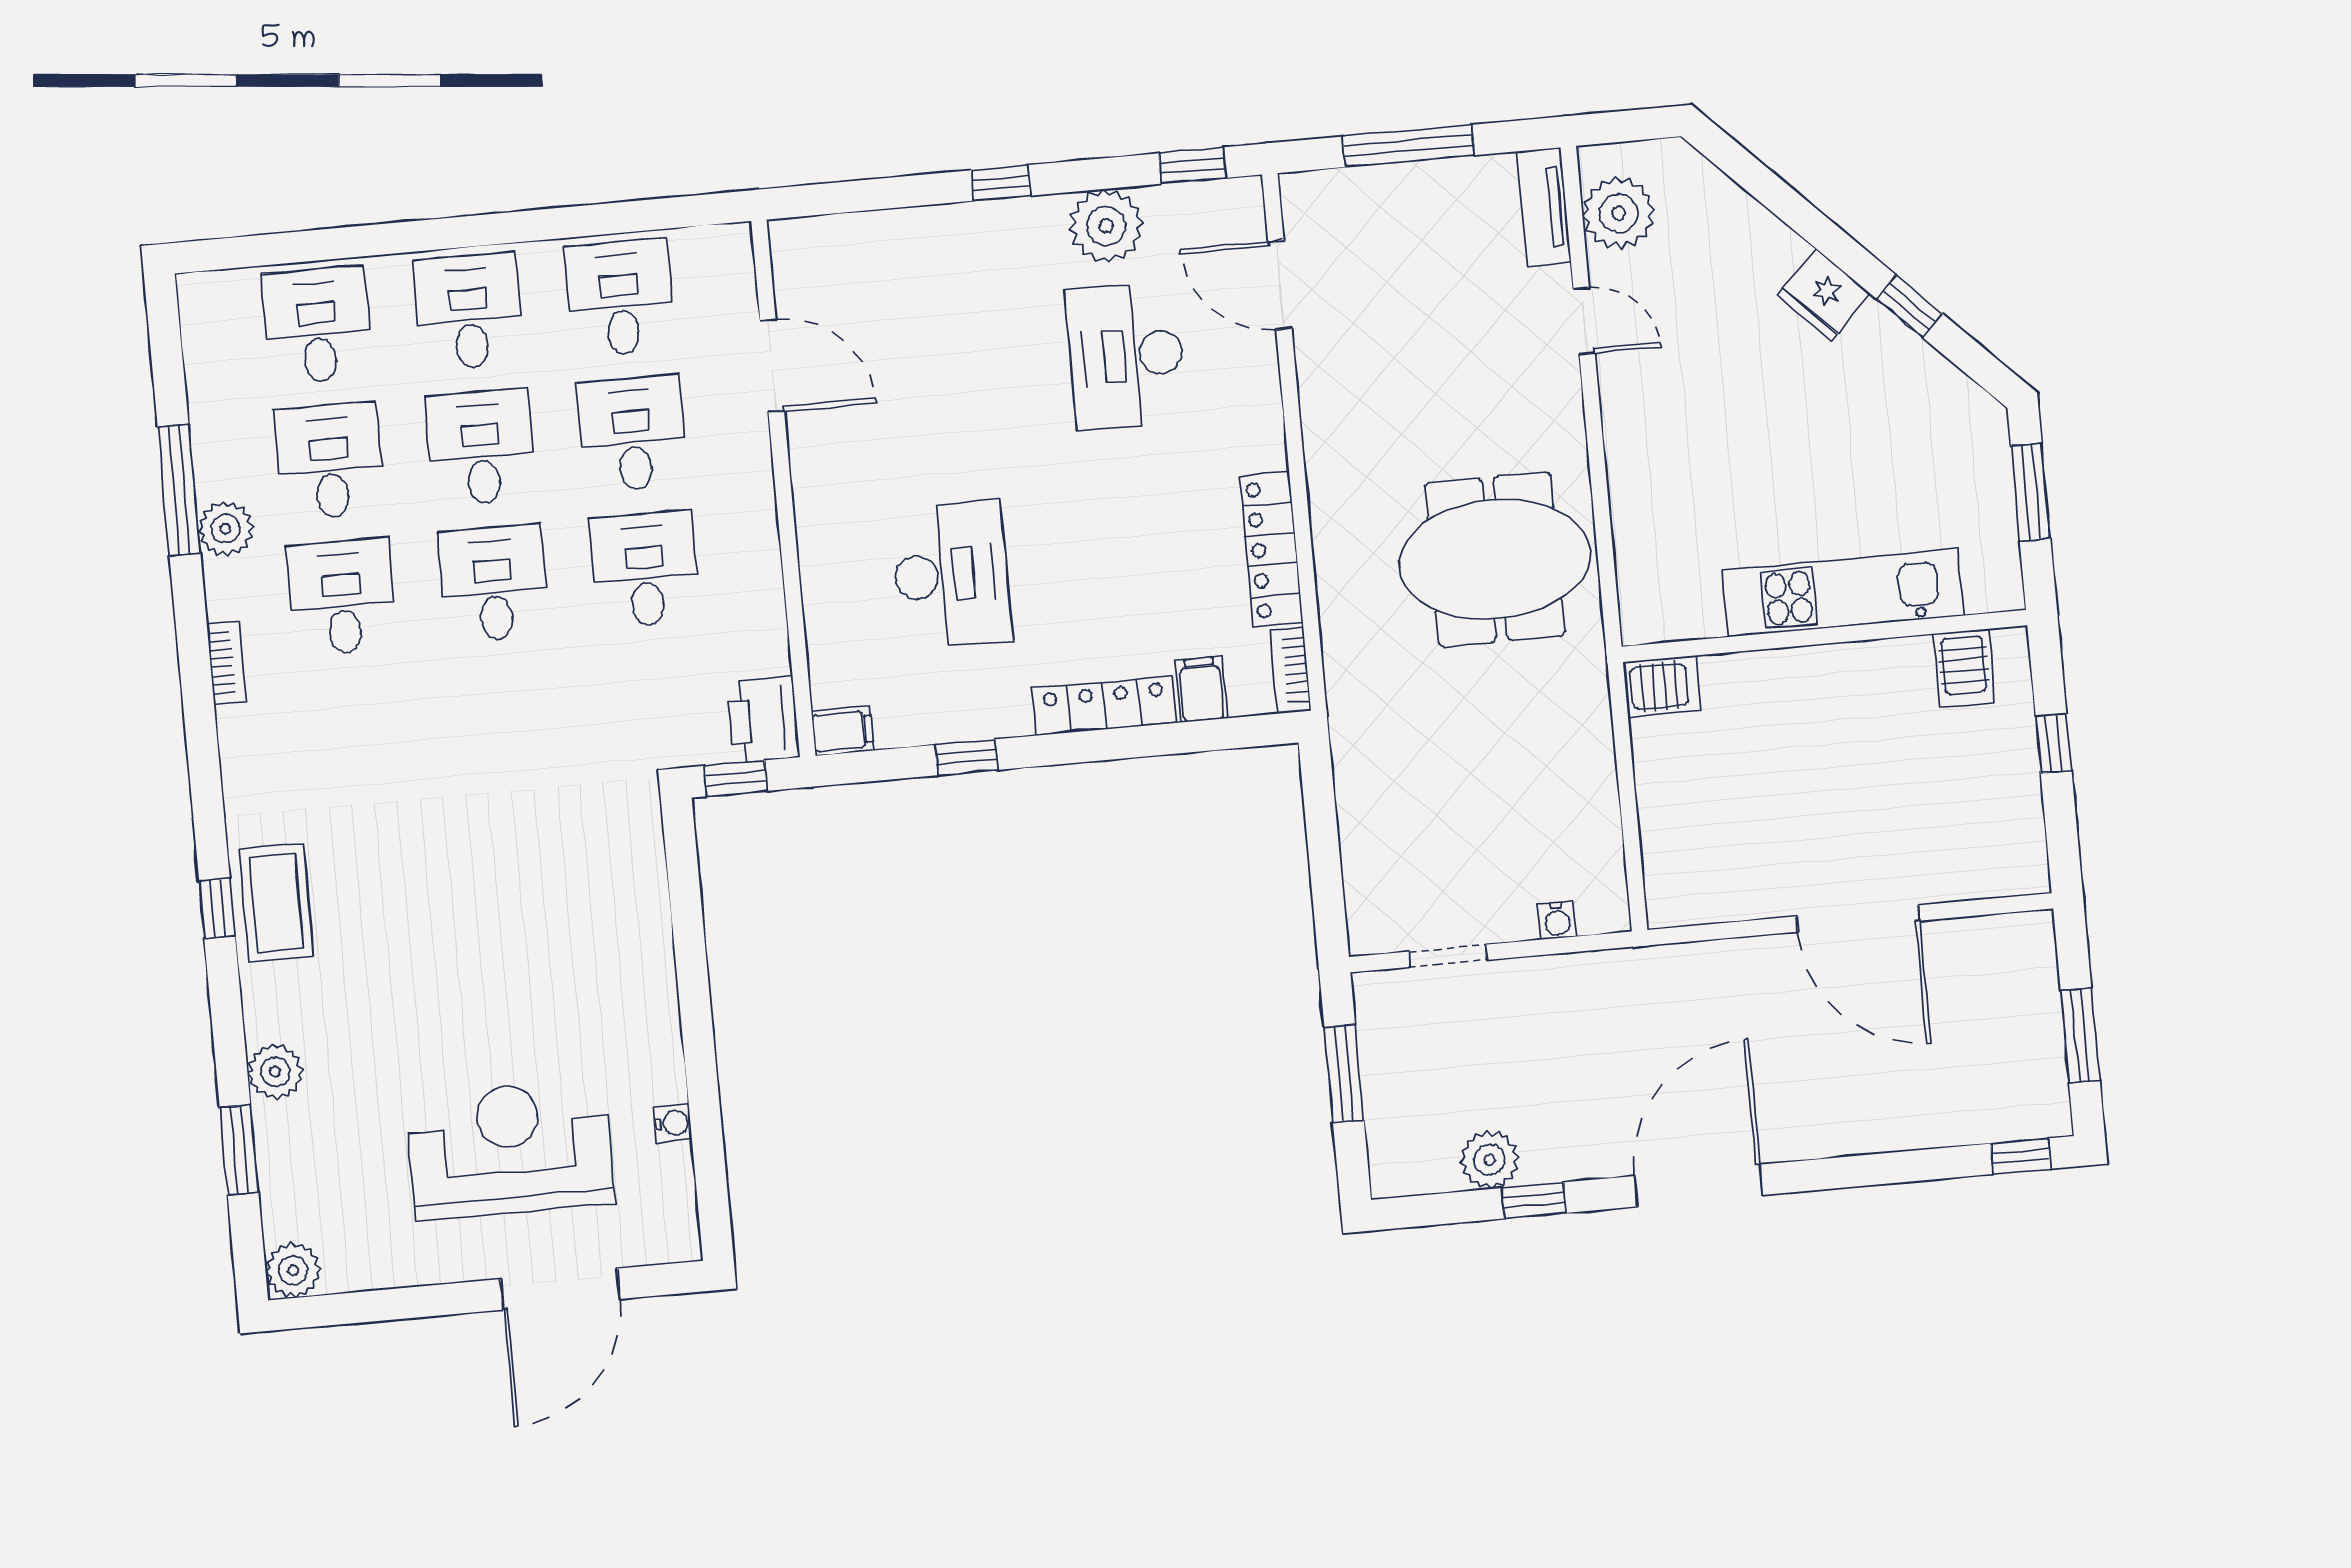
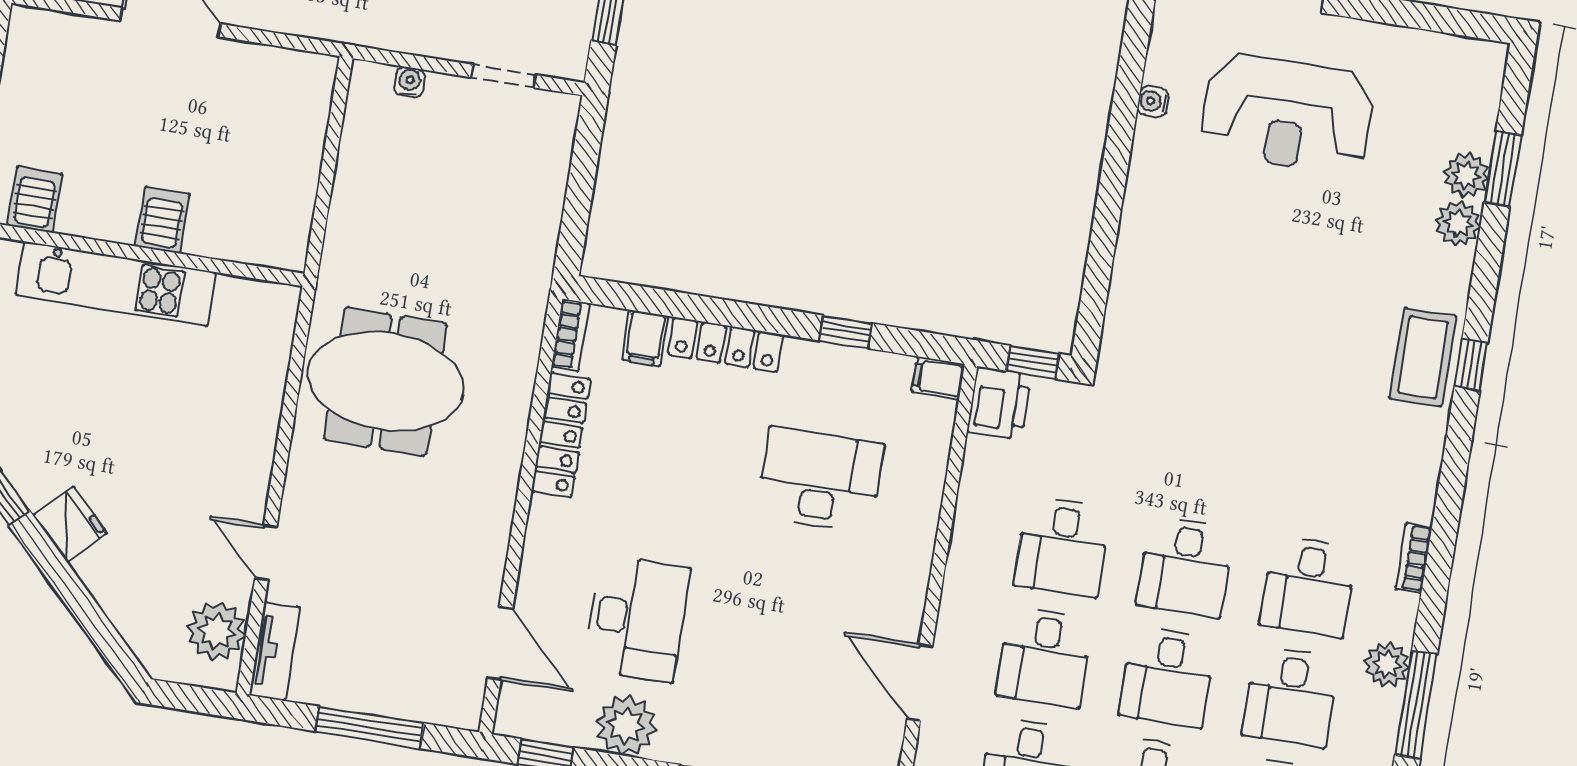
desk: (951, 575) -> (820, 480), turned 90
server rack: (1662, 686) -> (162, 220), moved, turned 90
plant: (293, 1270) -> (1466, 175), moved

